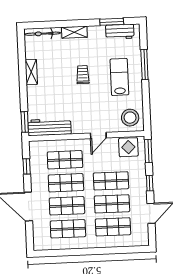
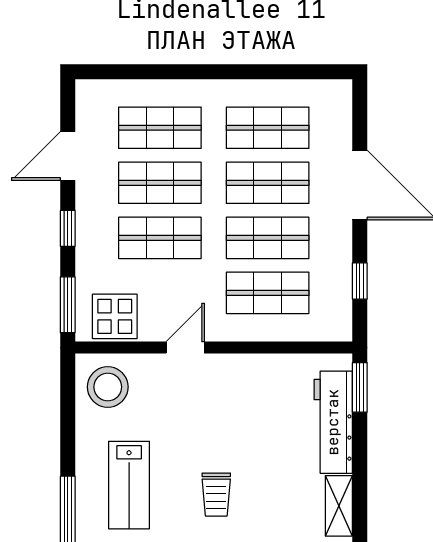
workbench: (49, 127) -> (333, 422), moved, turned 90

